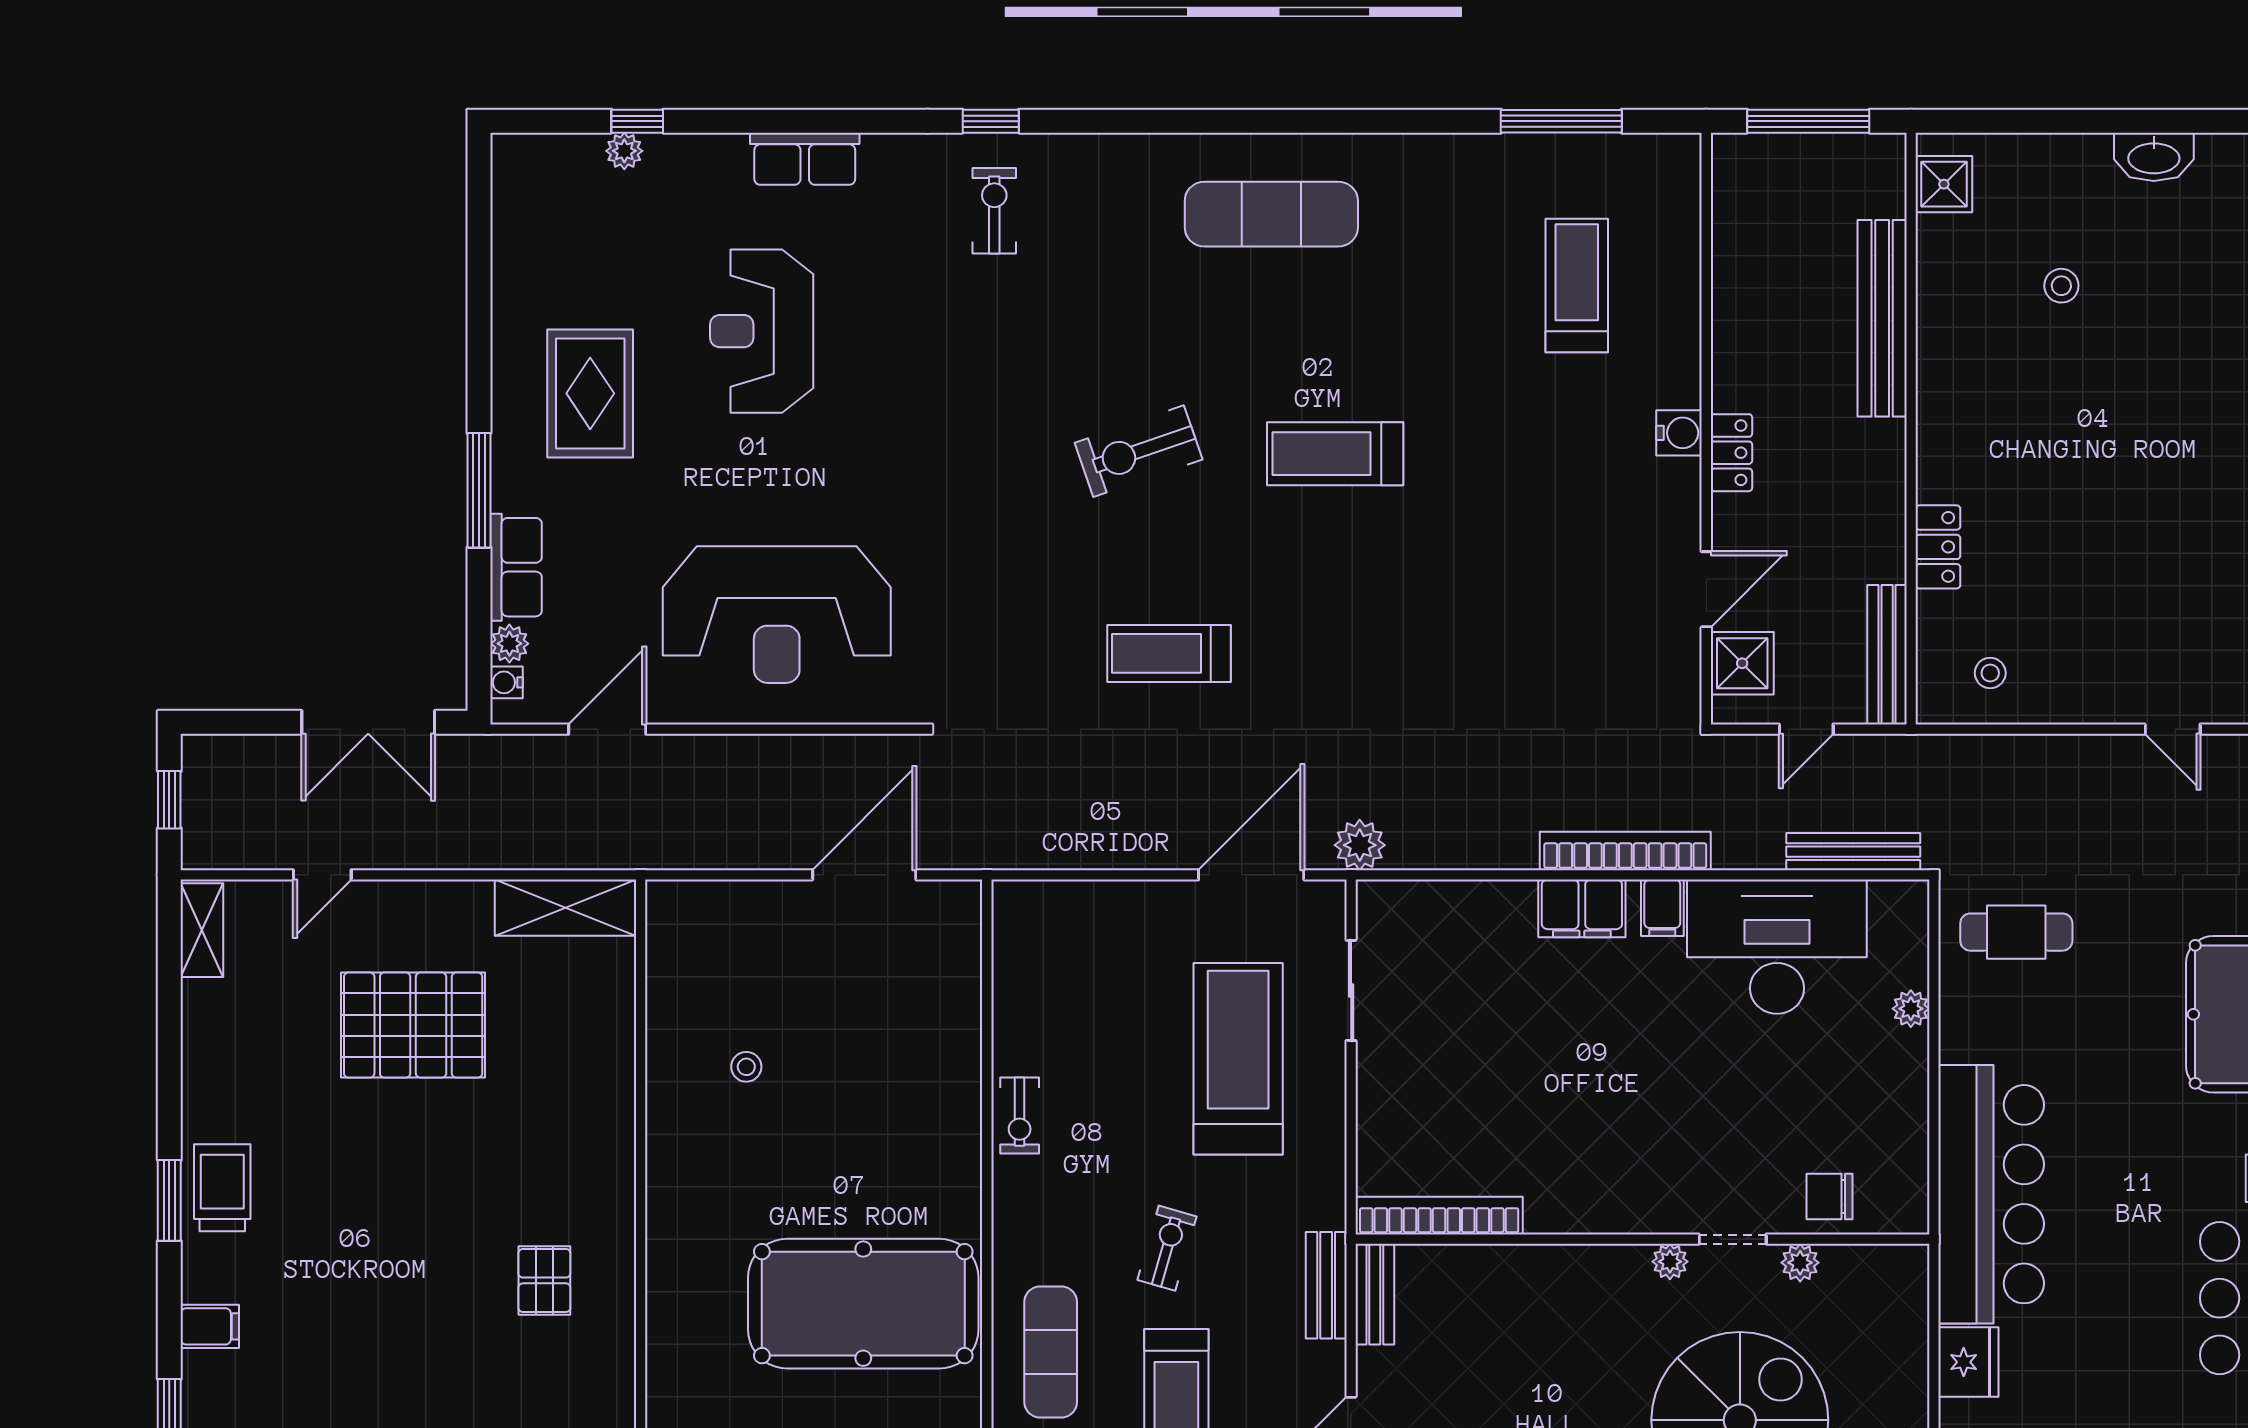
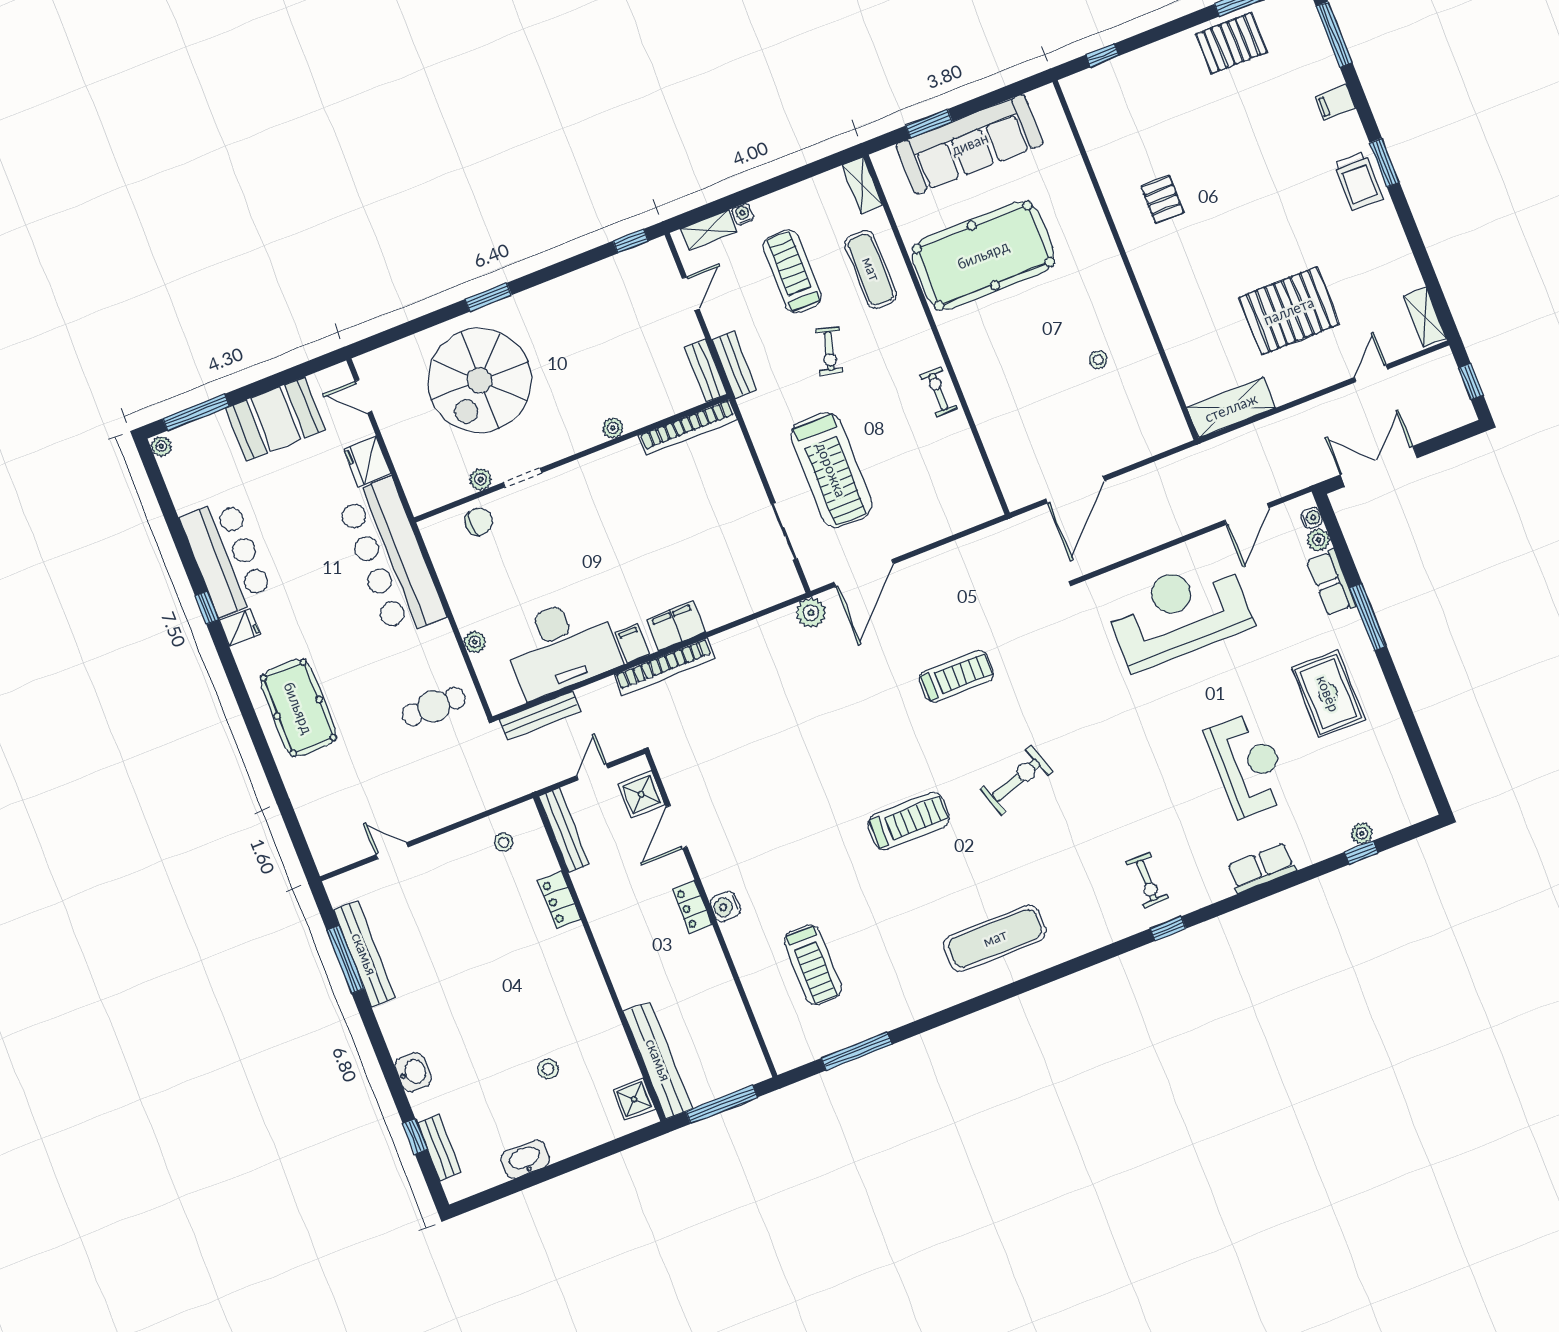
bench: (1882, 318) -> (658, 1060), moved
plant: (1670, 1262) -> (613, 428), moved

